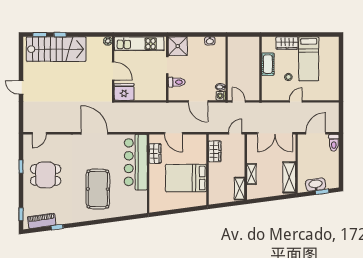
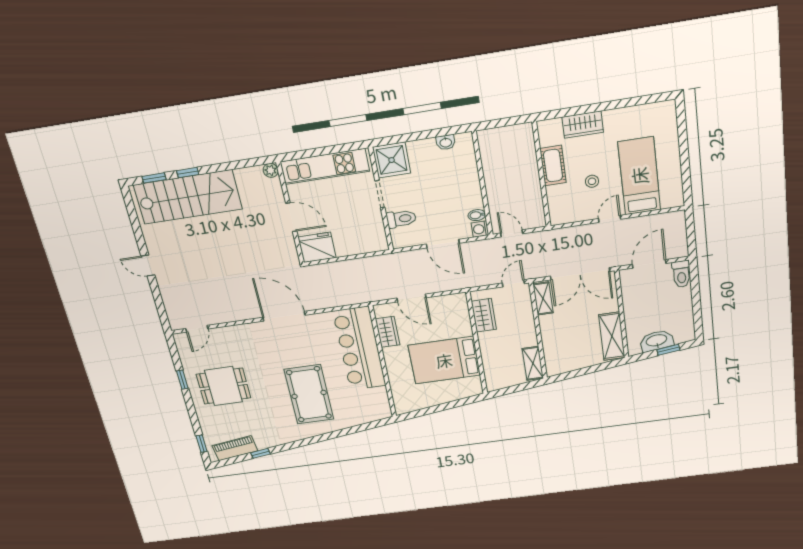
bed: (309, 59) -> (639, 176), moved, turned 180
shelving: (251, 174) -> (543, 298), moved

